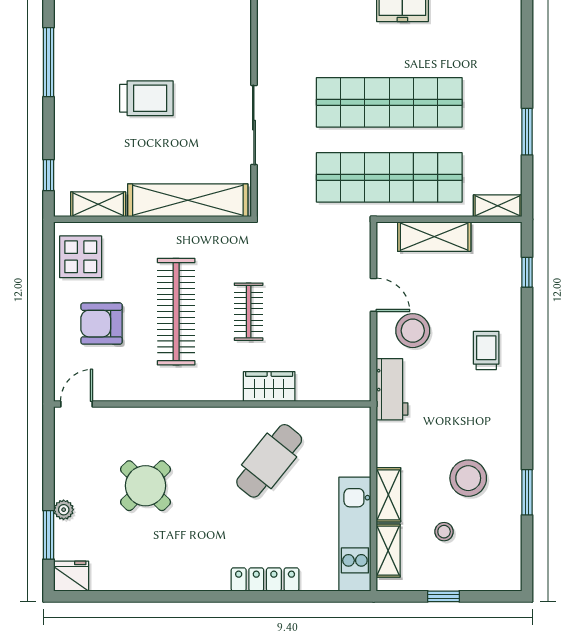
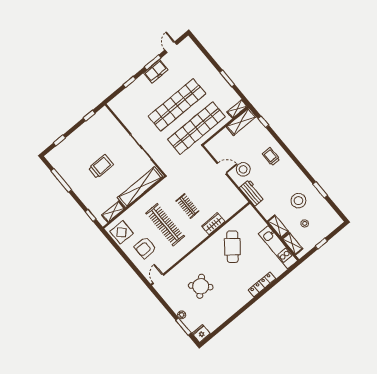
shelving: (434, 237) -> (241, 122), moved

